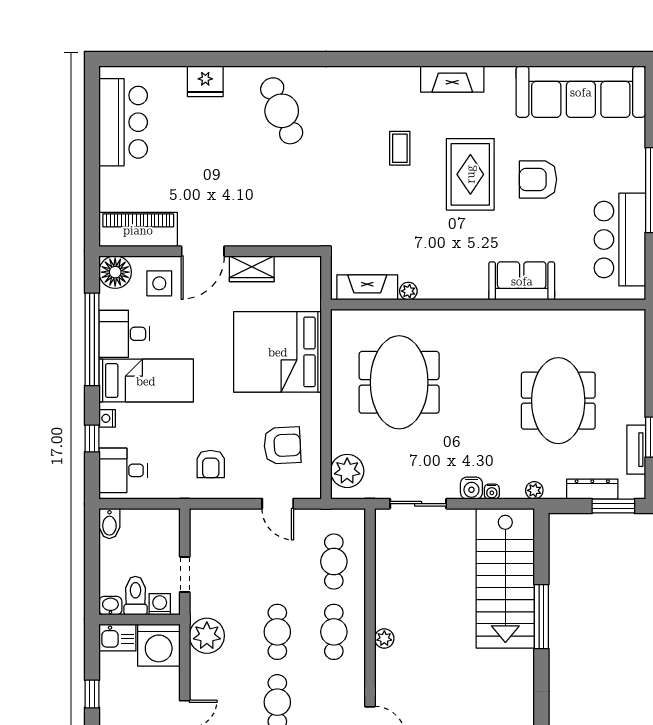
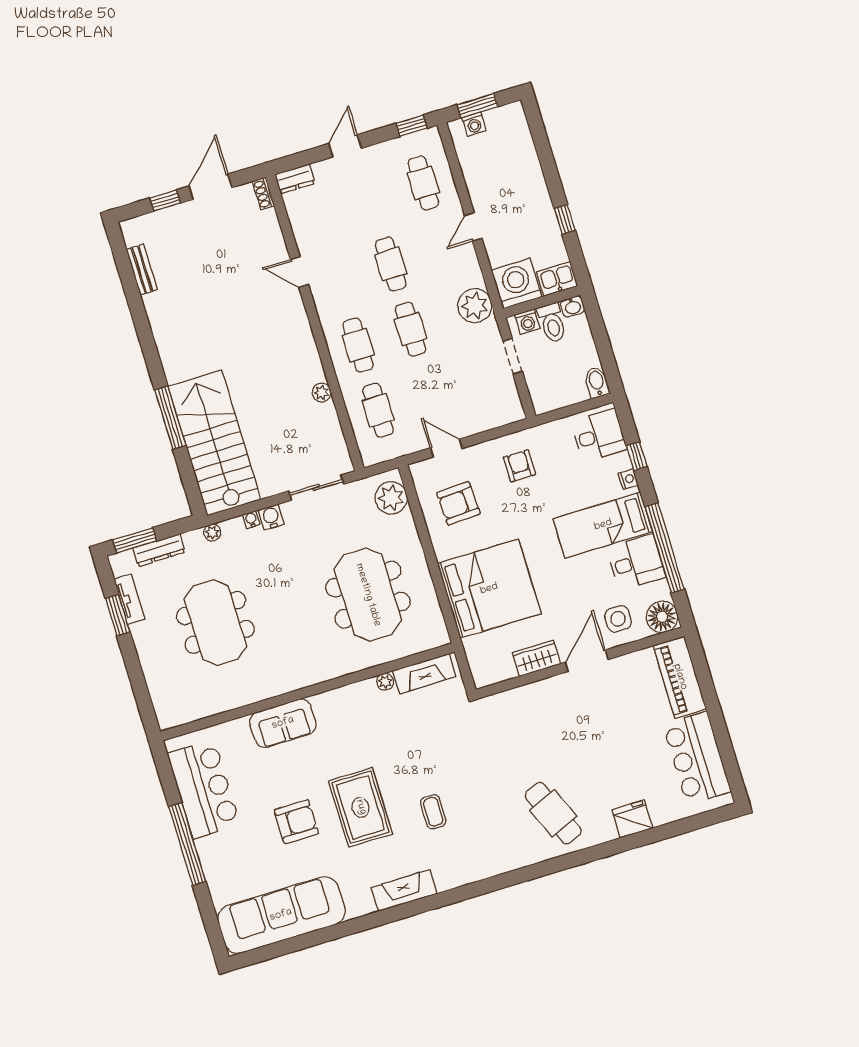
piano: (138, 230) -> (680, 677), moved, turned 90
plant: (384, 638) -> (322, 392), moved

